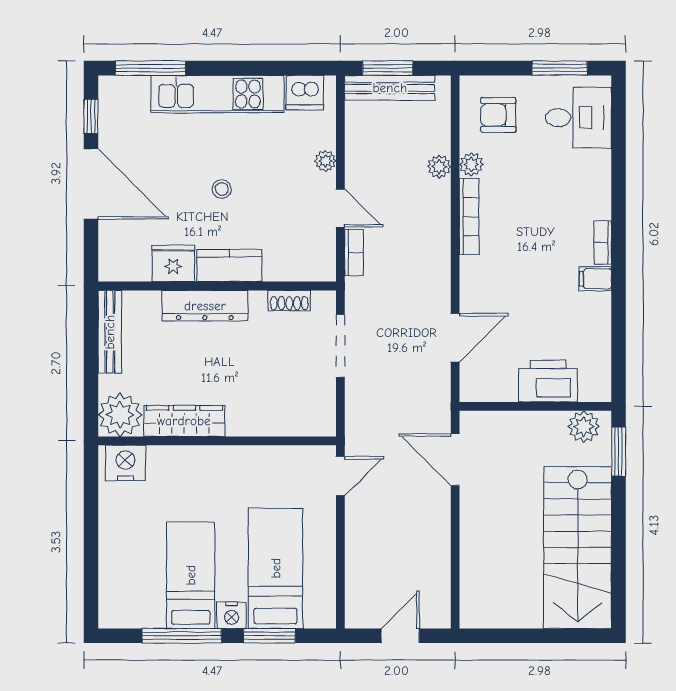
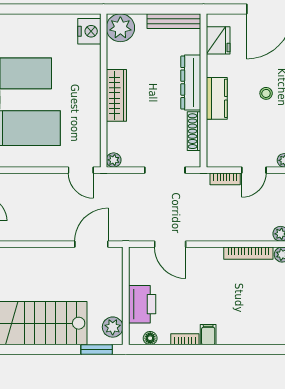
bookcase: (603, 243) -> (185, 339), moved
fridge: (173, 263) -> (218, 40), moved
shoe rack: (289, 301) -> (194, 131), width x1.43
floor lamp: (601, 369) -> (150, 338), added
wardrobe: (184, 421) -> (116, 95), moved
plant: (325, 425) -> (114, 160), added

